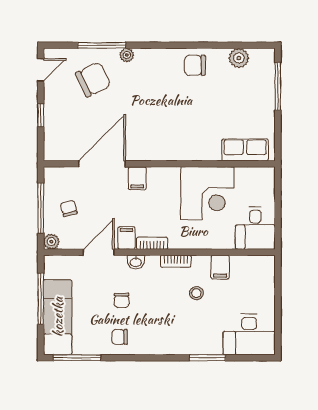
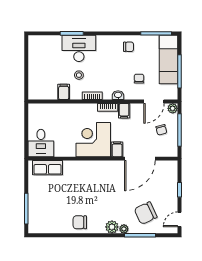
plant: (239, 58) -> (112, 227), moved
chair: (195, 65) -> (80, 222), turned 180
corner desk: (207, 193) -> (93, 140), moved
desk: (255, 228) -> (41, 143), moved, turned 180
door: (99, 252) -> (154, 101), moved
chair: (122, 300) -> (139, 79), moved
desk: (249, 334) -> (79, 48), moved

